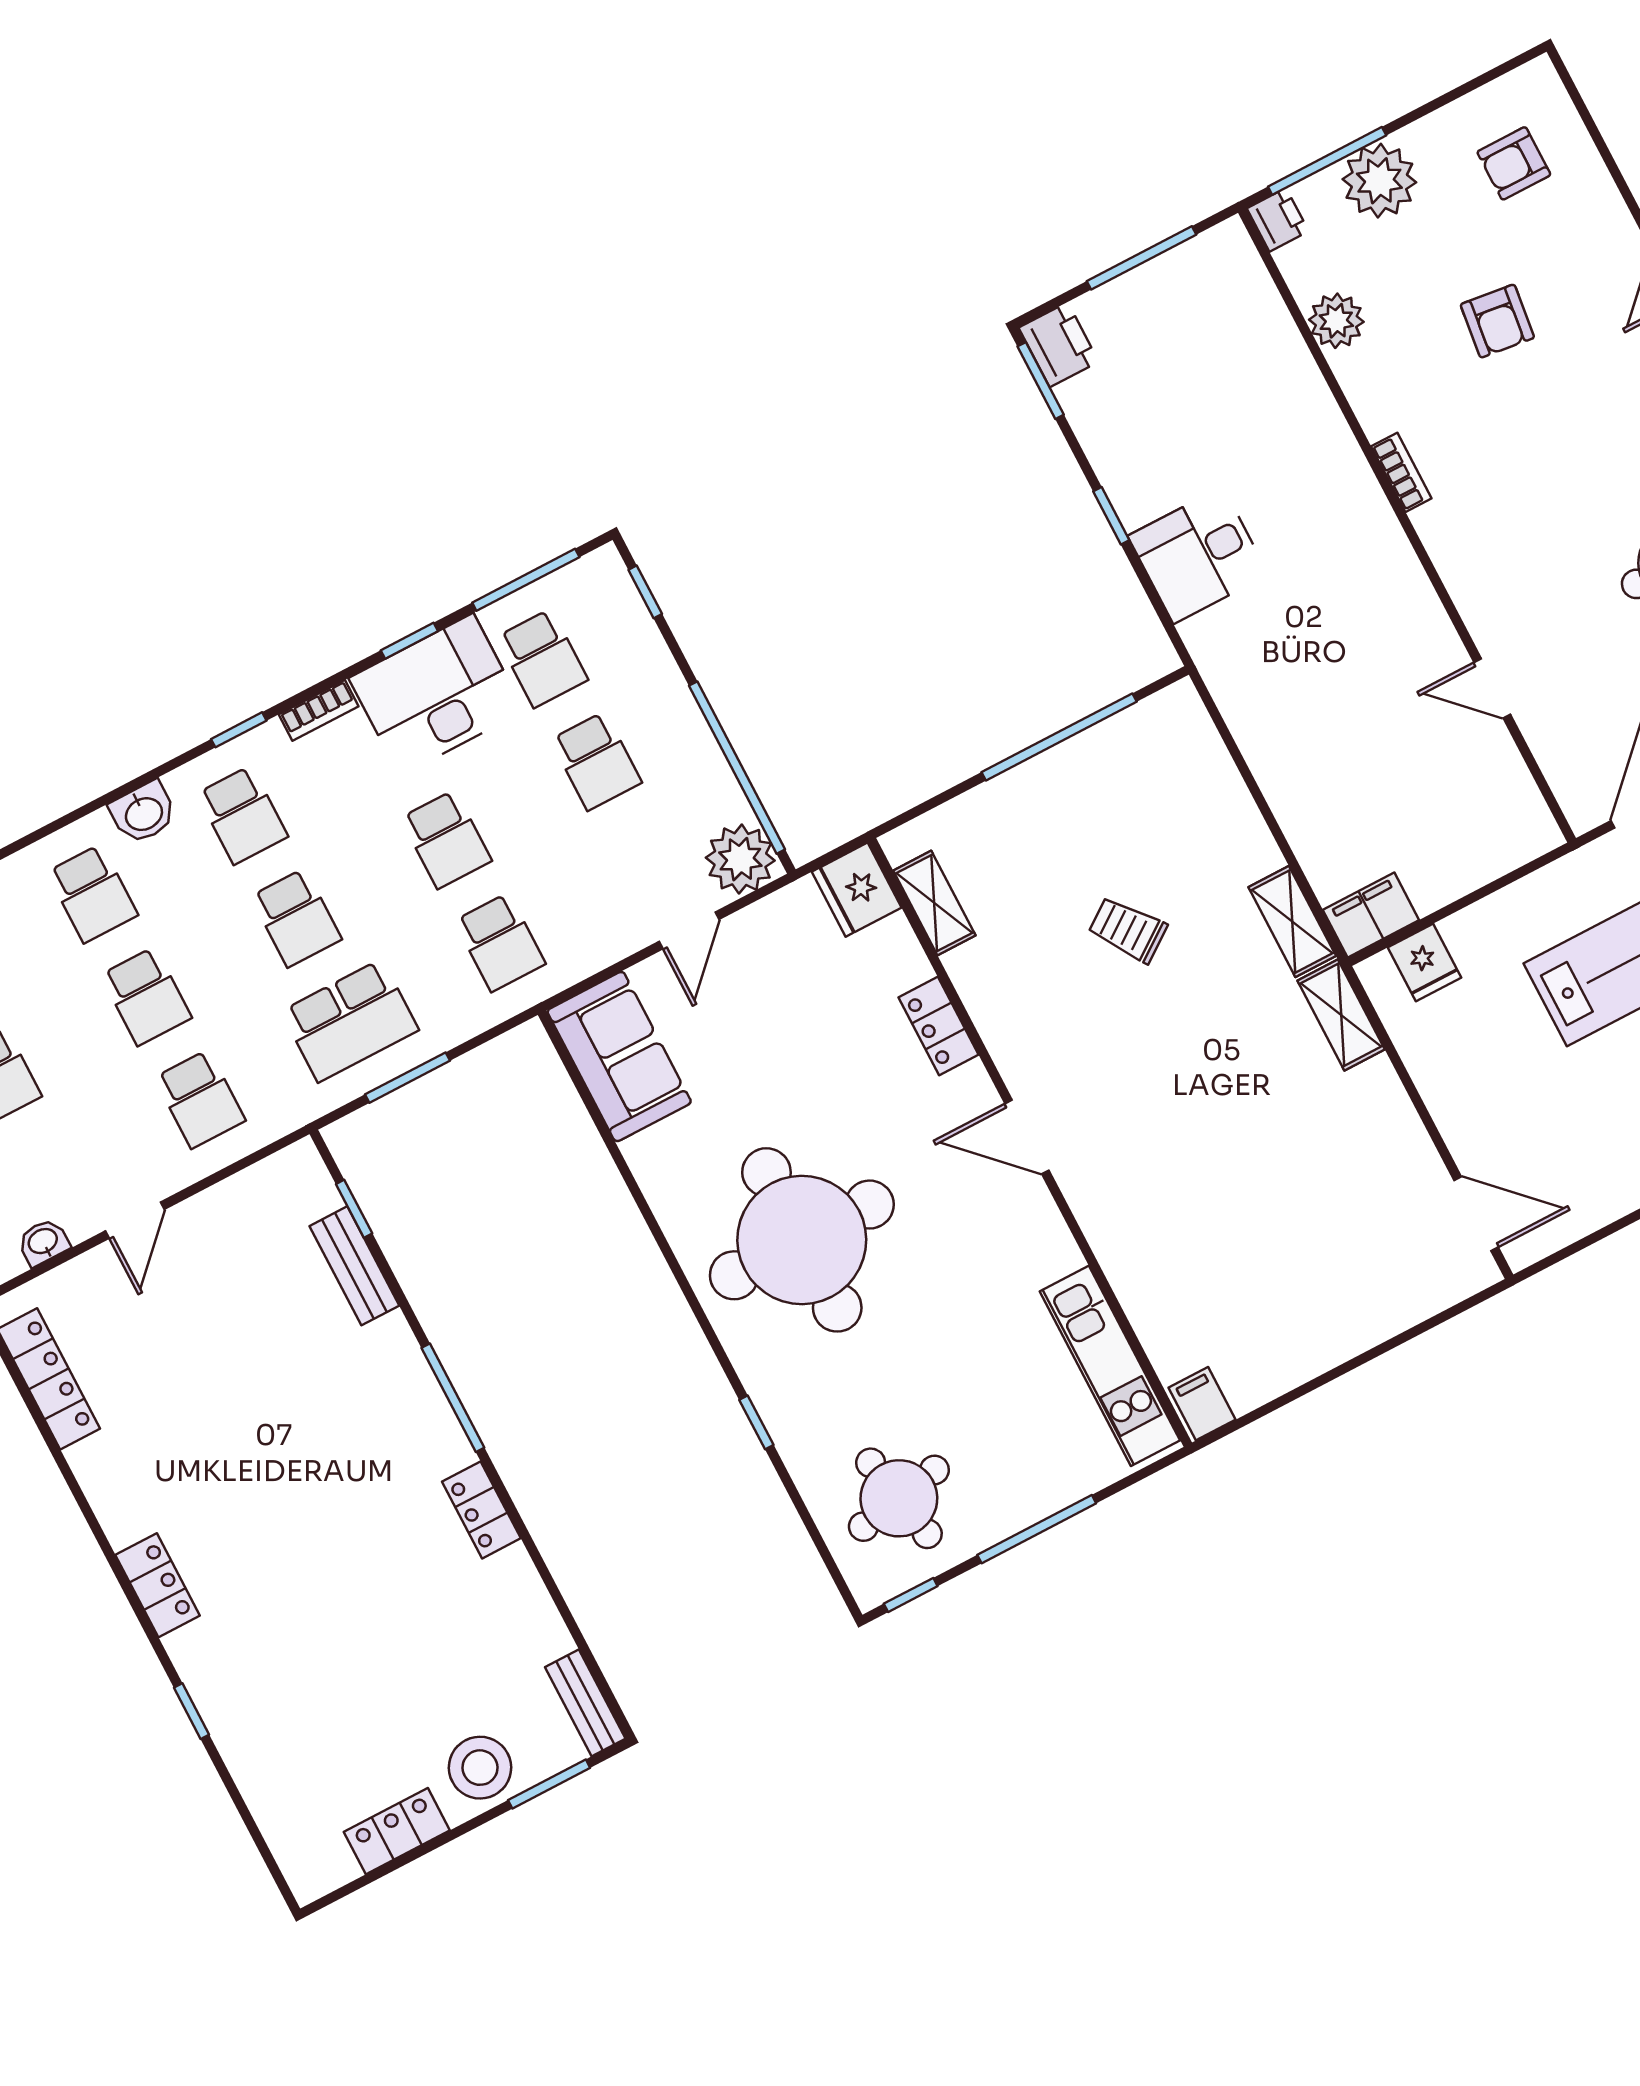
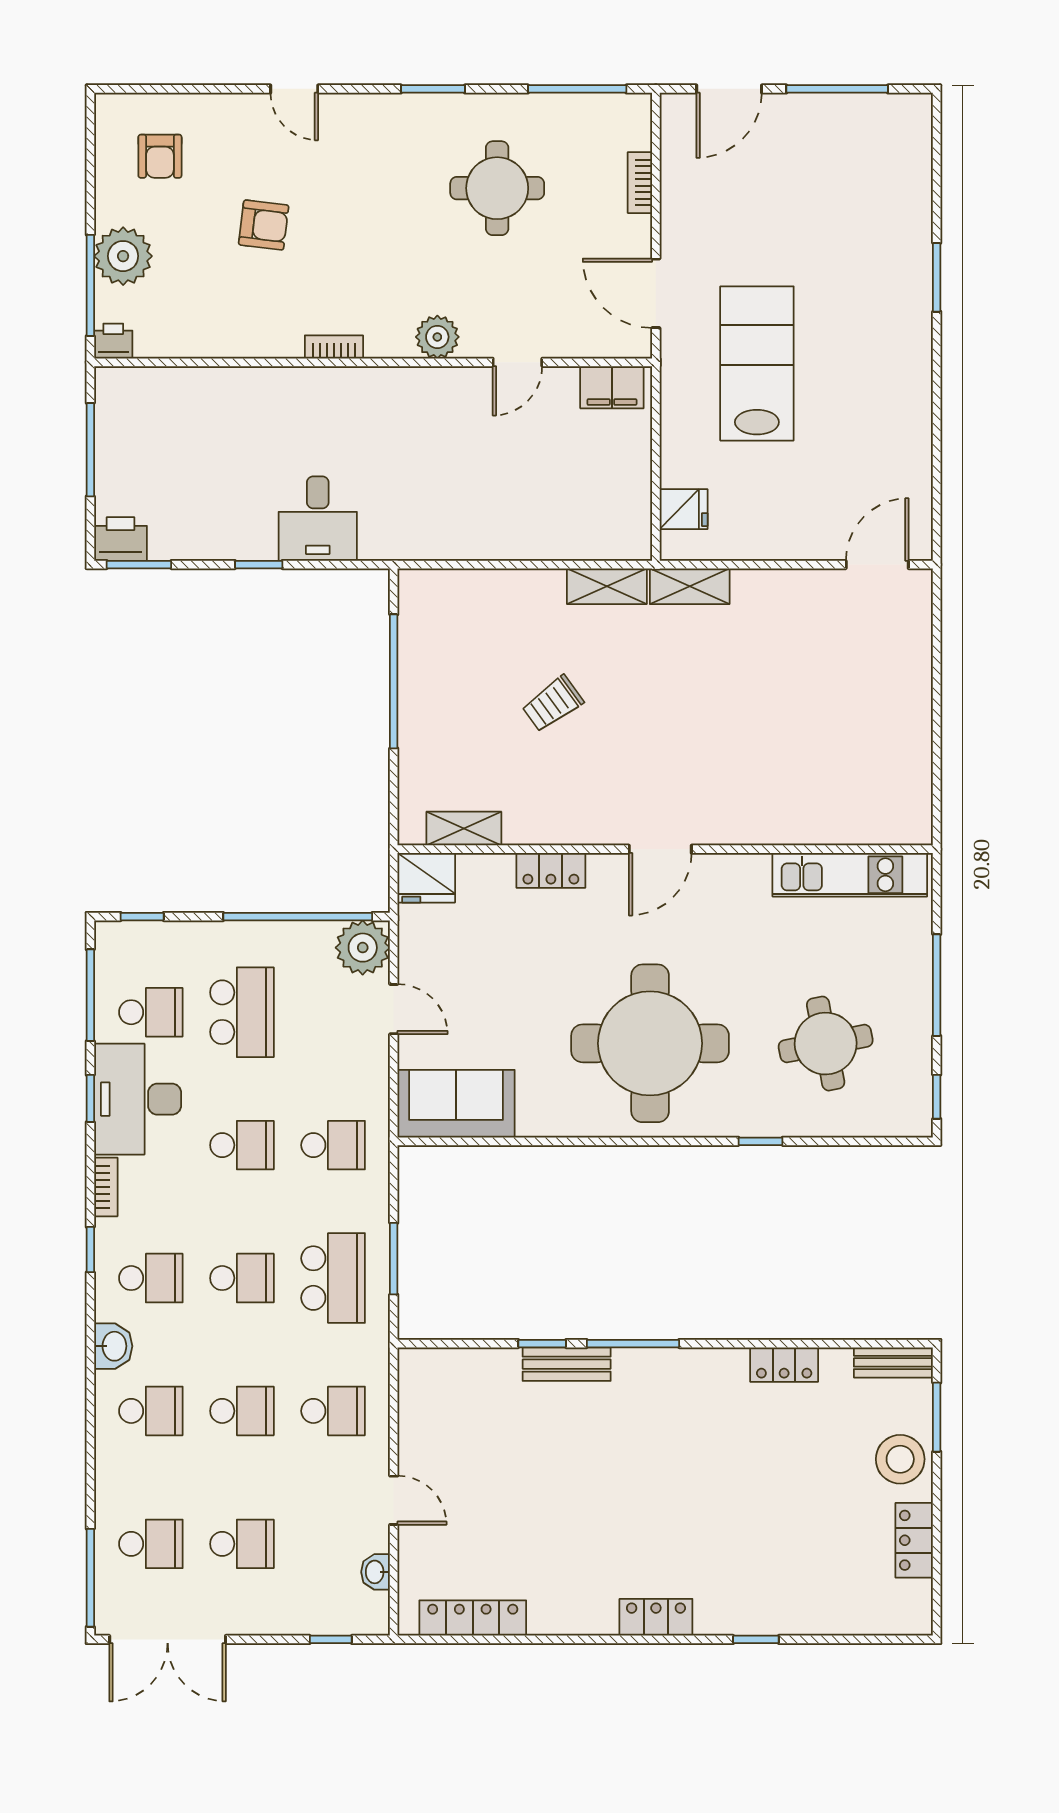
plant: (1336, 321) -> (437, 337), moved
school desk: (596, 761) -> (242, 1012), width x1.85
filing cabinet: (1371, 915) -> (612, 387), moved, turned -90
window: (354, 1209) -> (542, 1344), moved
bench: (354, 1266) -> (567, 1364), moved
filing cabinet: (1202, 1404) -> (910, 824), removed
round table: (899, 1498) -> (826, 1044), moved
locker: (481, 1510) -> (784, 1365), moved

